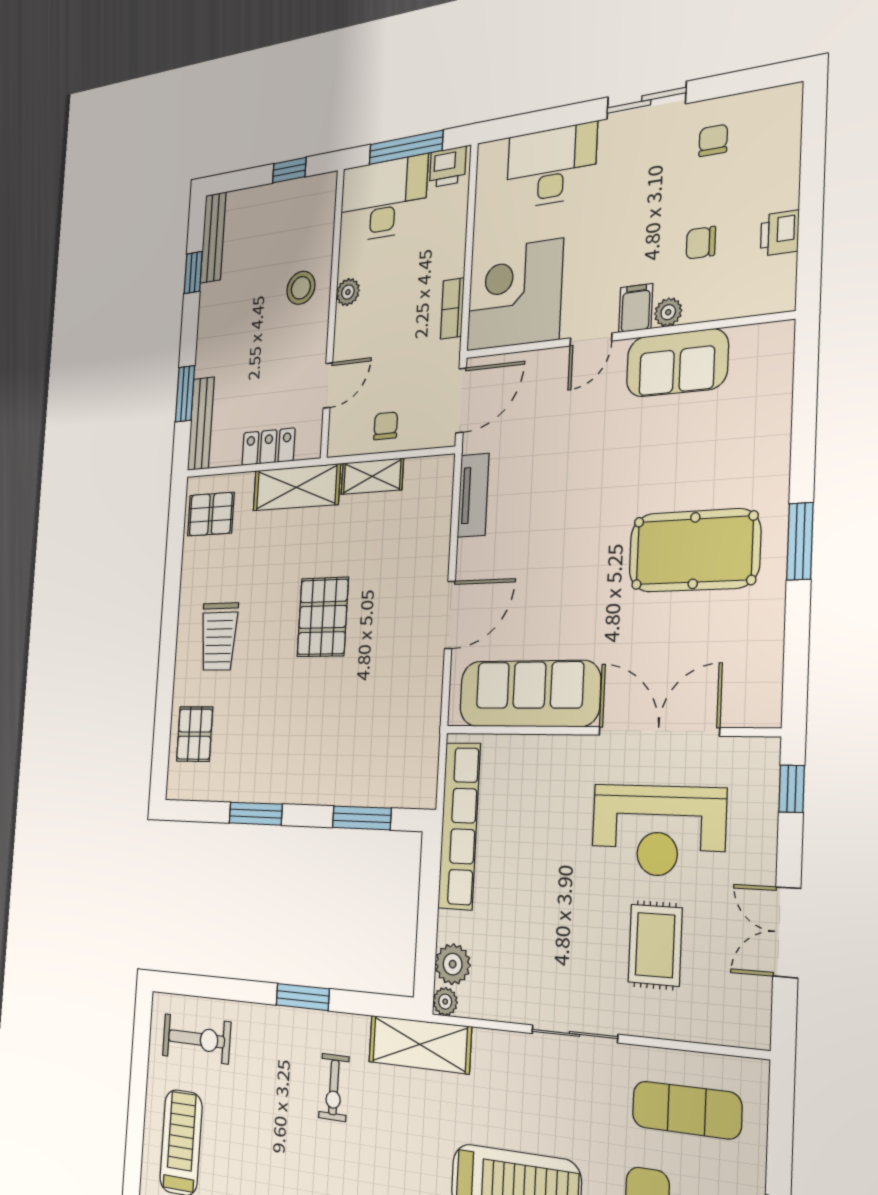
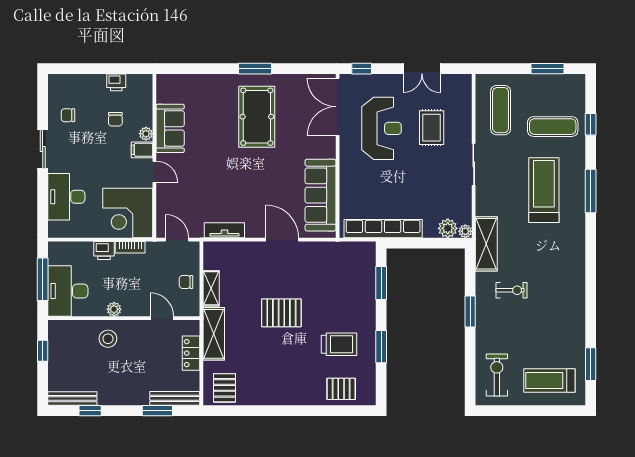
printer: (448, 167) -> (104, 251), moved, turned 90
door: (461, 400) -> (177, 240), width x0.73
trolley: (219, 637) -> (339, 344), moved
double door: (658, 731) -> (338, 107), moved
rug: (655, 945) -> (432, 128), turned 90

